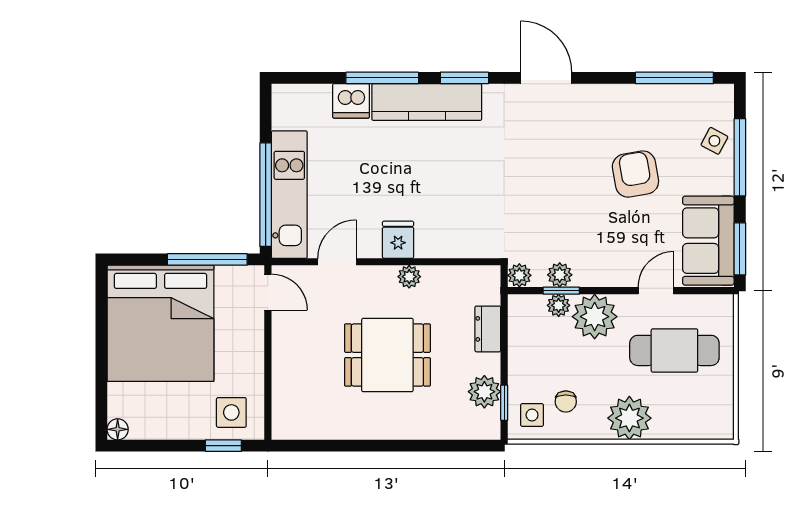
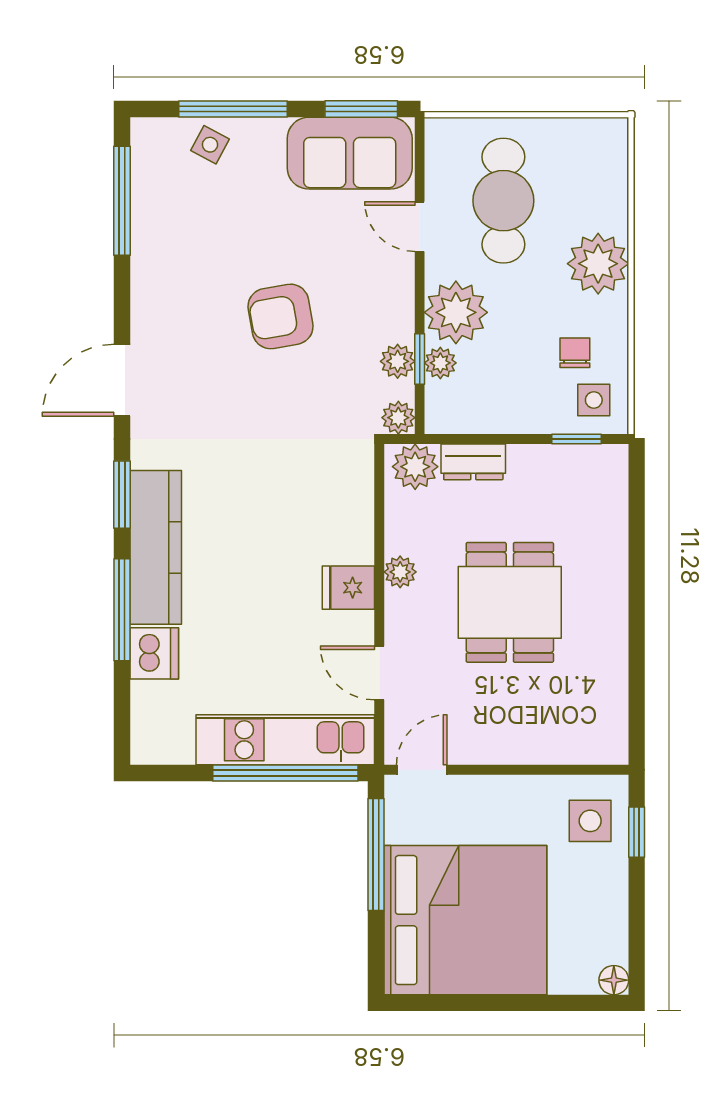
armchair: (635, 174) -> (281, 316), moved
plant: (484, 392) -> (415, 467), moved
chair: (566, 402) -> (575, 353), turned -90

